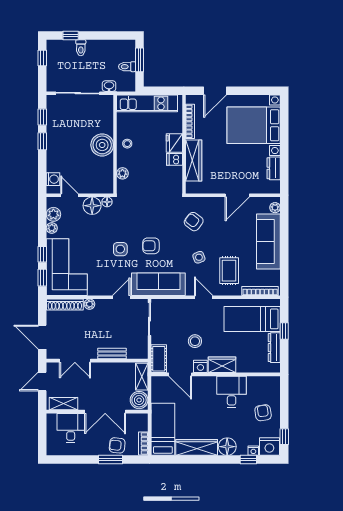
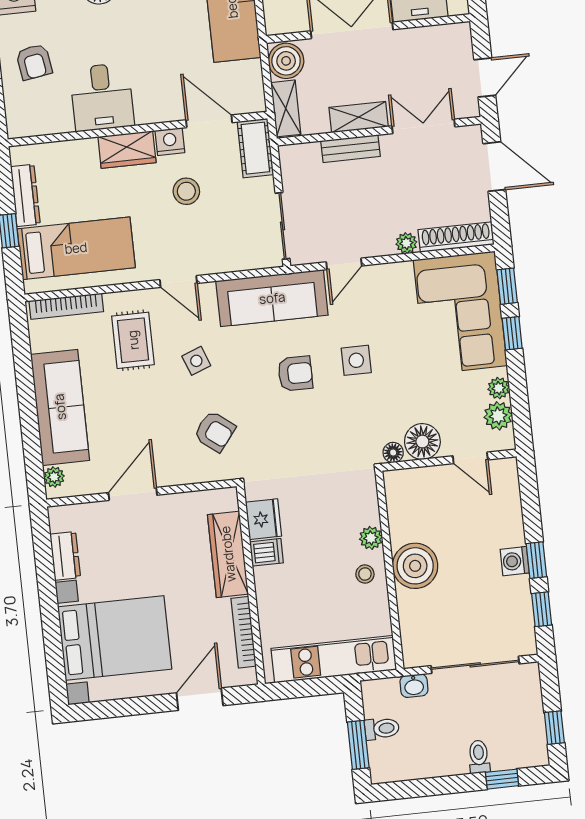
fridge: (174, 143) -> (263, 519), moved
plant: (122, 173) -> (371, 538), moved
washing machine: (53, 179) -> (515, 561), moved
shelving: (64, 404) -> (359, 117), moved

